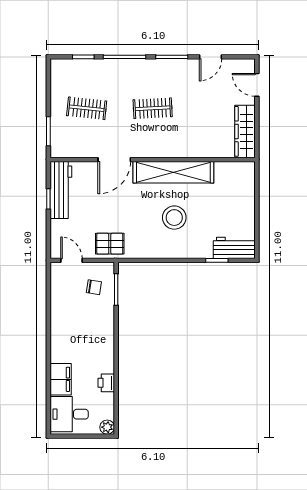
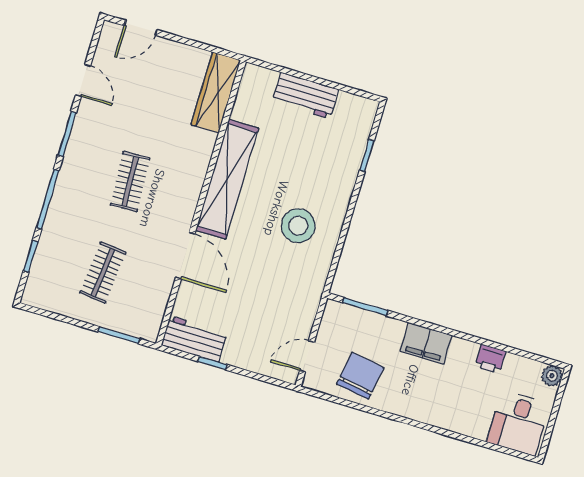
wardrobe: (245, 131) -> (216, 92), moved, turned 90
workbench: (61, 190) -> (194, 339), width x0.73
stool: (174, 218) -> (298, 226), moved
pallet: (110, 244) -> (300, 297), removed
workbench: (234, 248) -> (305, 96), moved, turned -90
chair: (94, 287) -> (360, 376), moved, width x1.87, depth x1.87
filing cabinet: (61, 379) -> (426, 343), moved, turned 180

